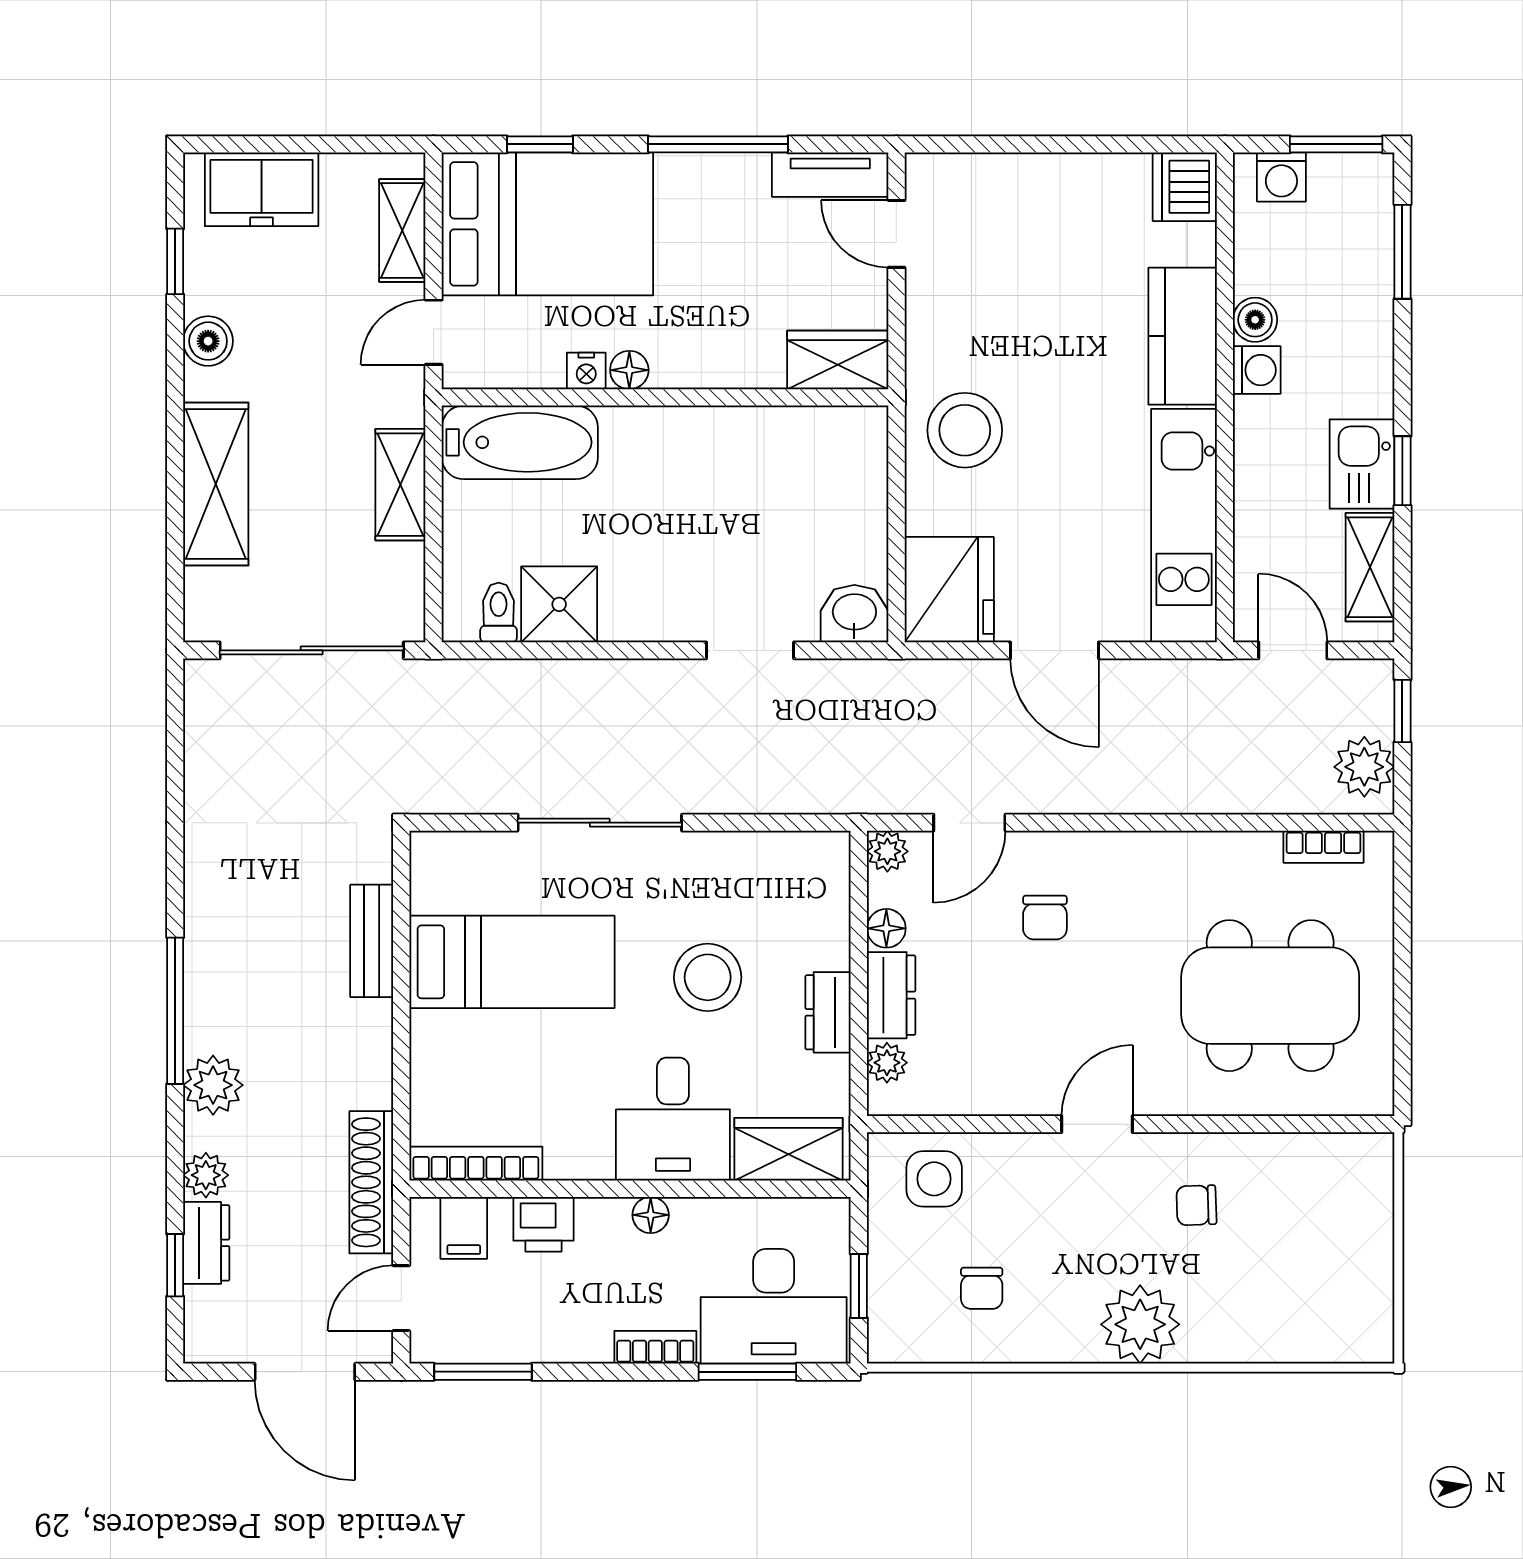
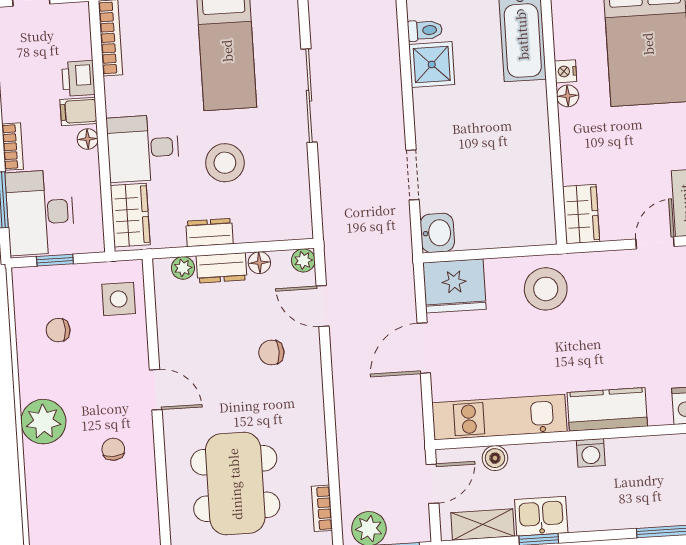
boiler: (1255, 320) -> (495, 458), moved
filing cabinet: (464, 1228) -> (78, 111), moved

